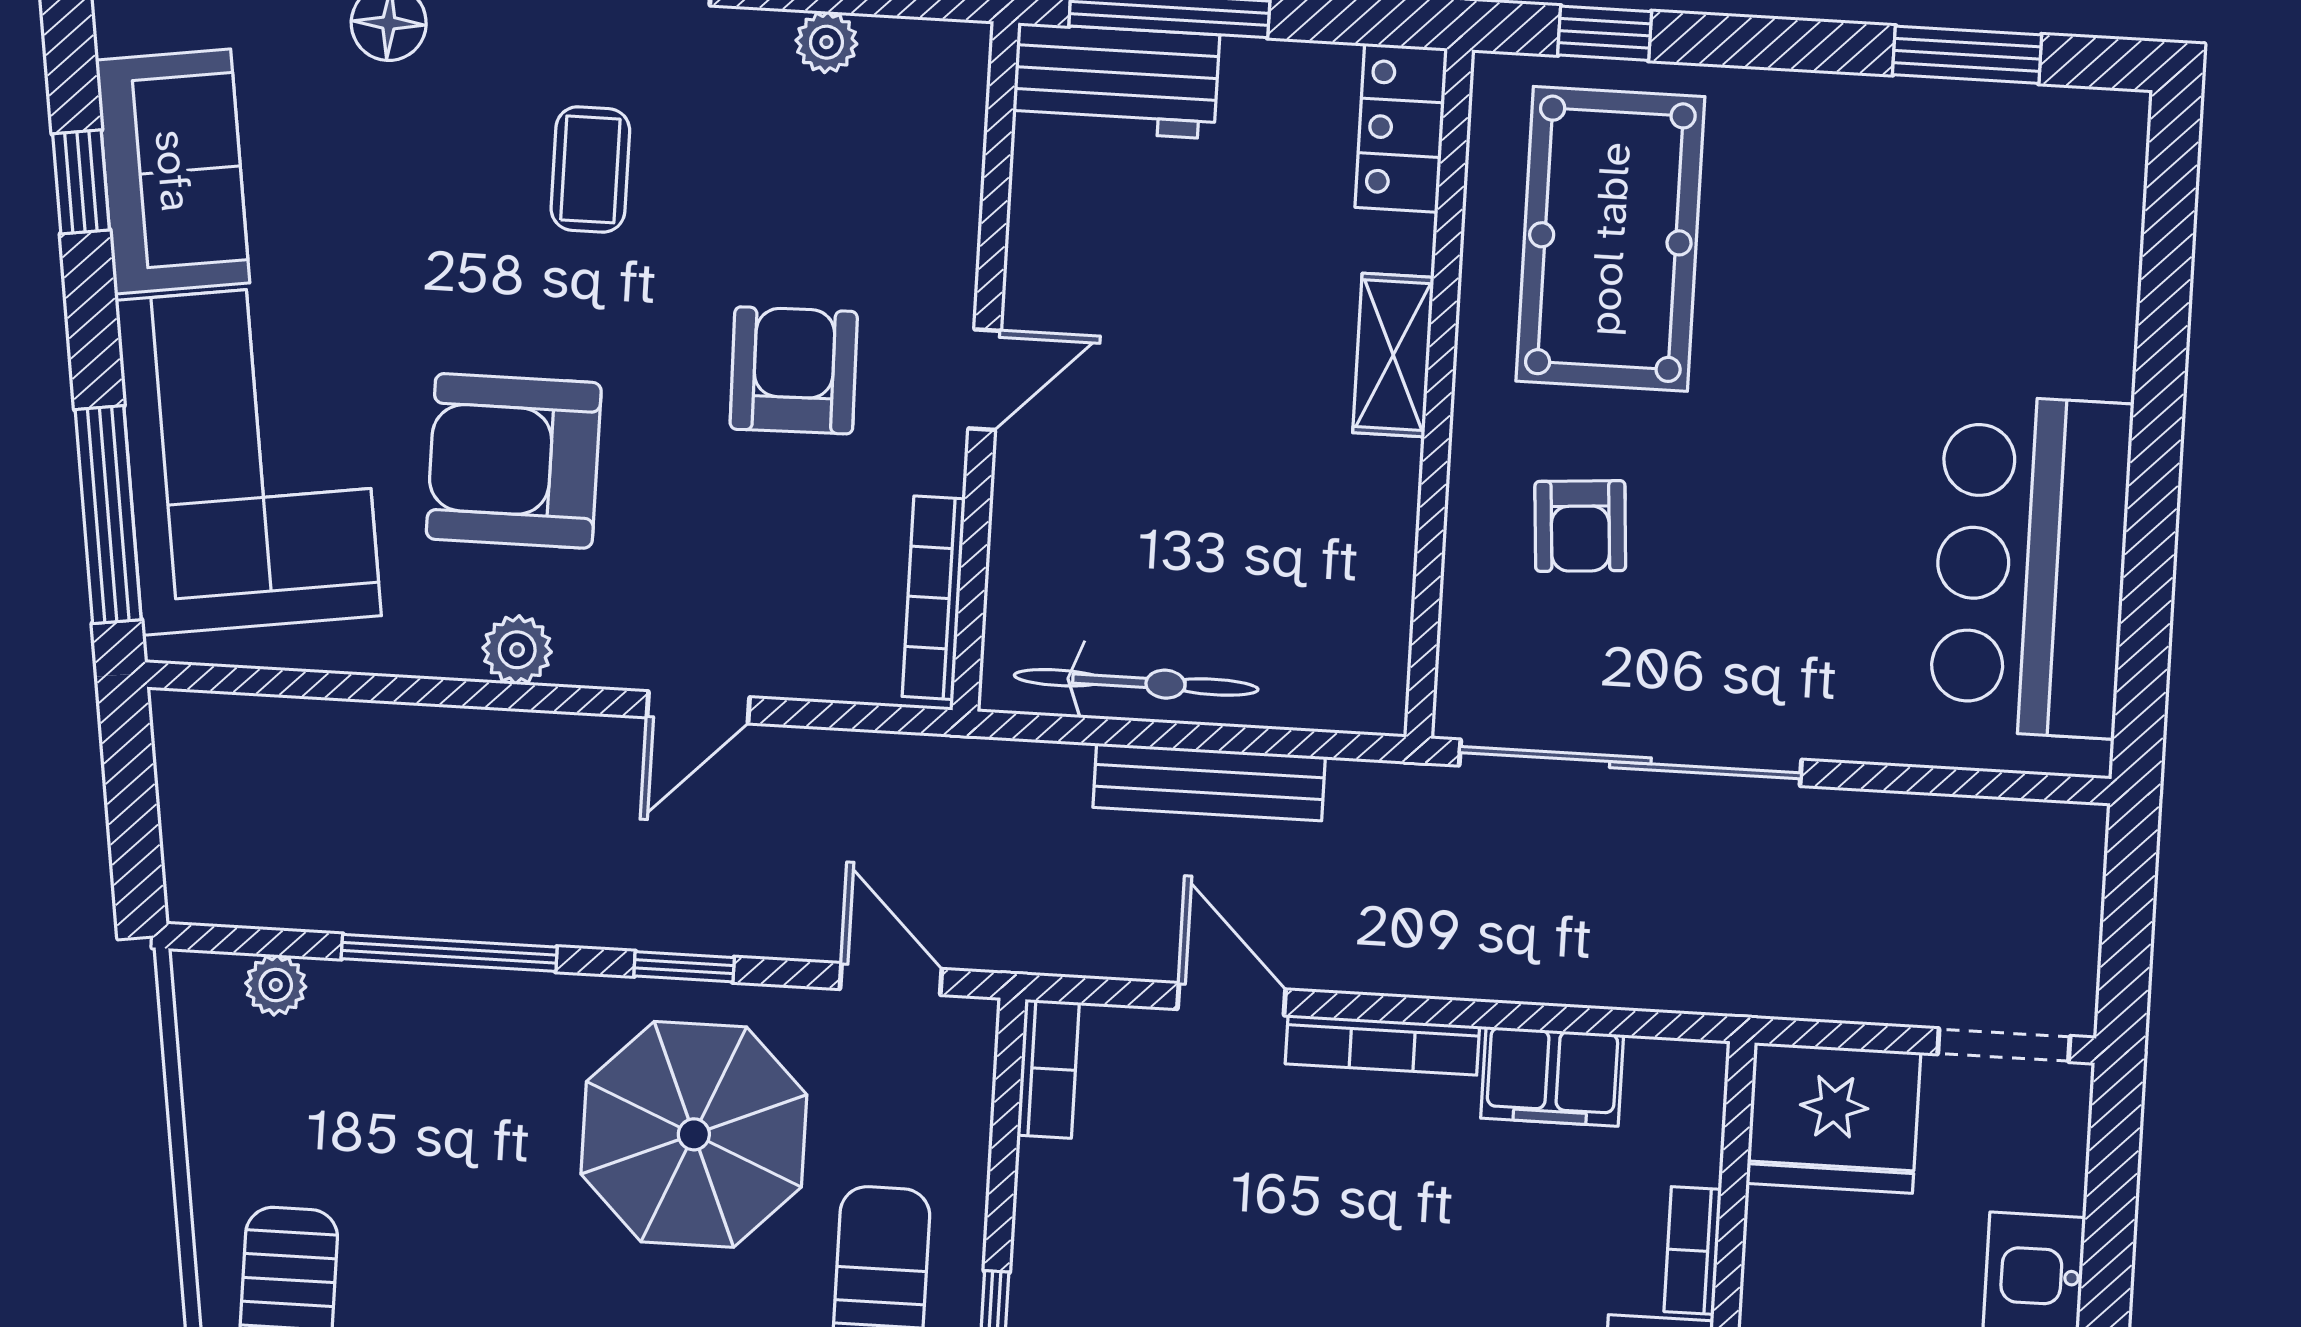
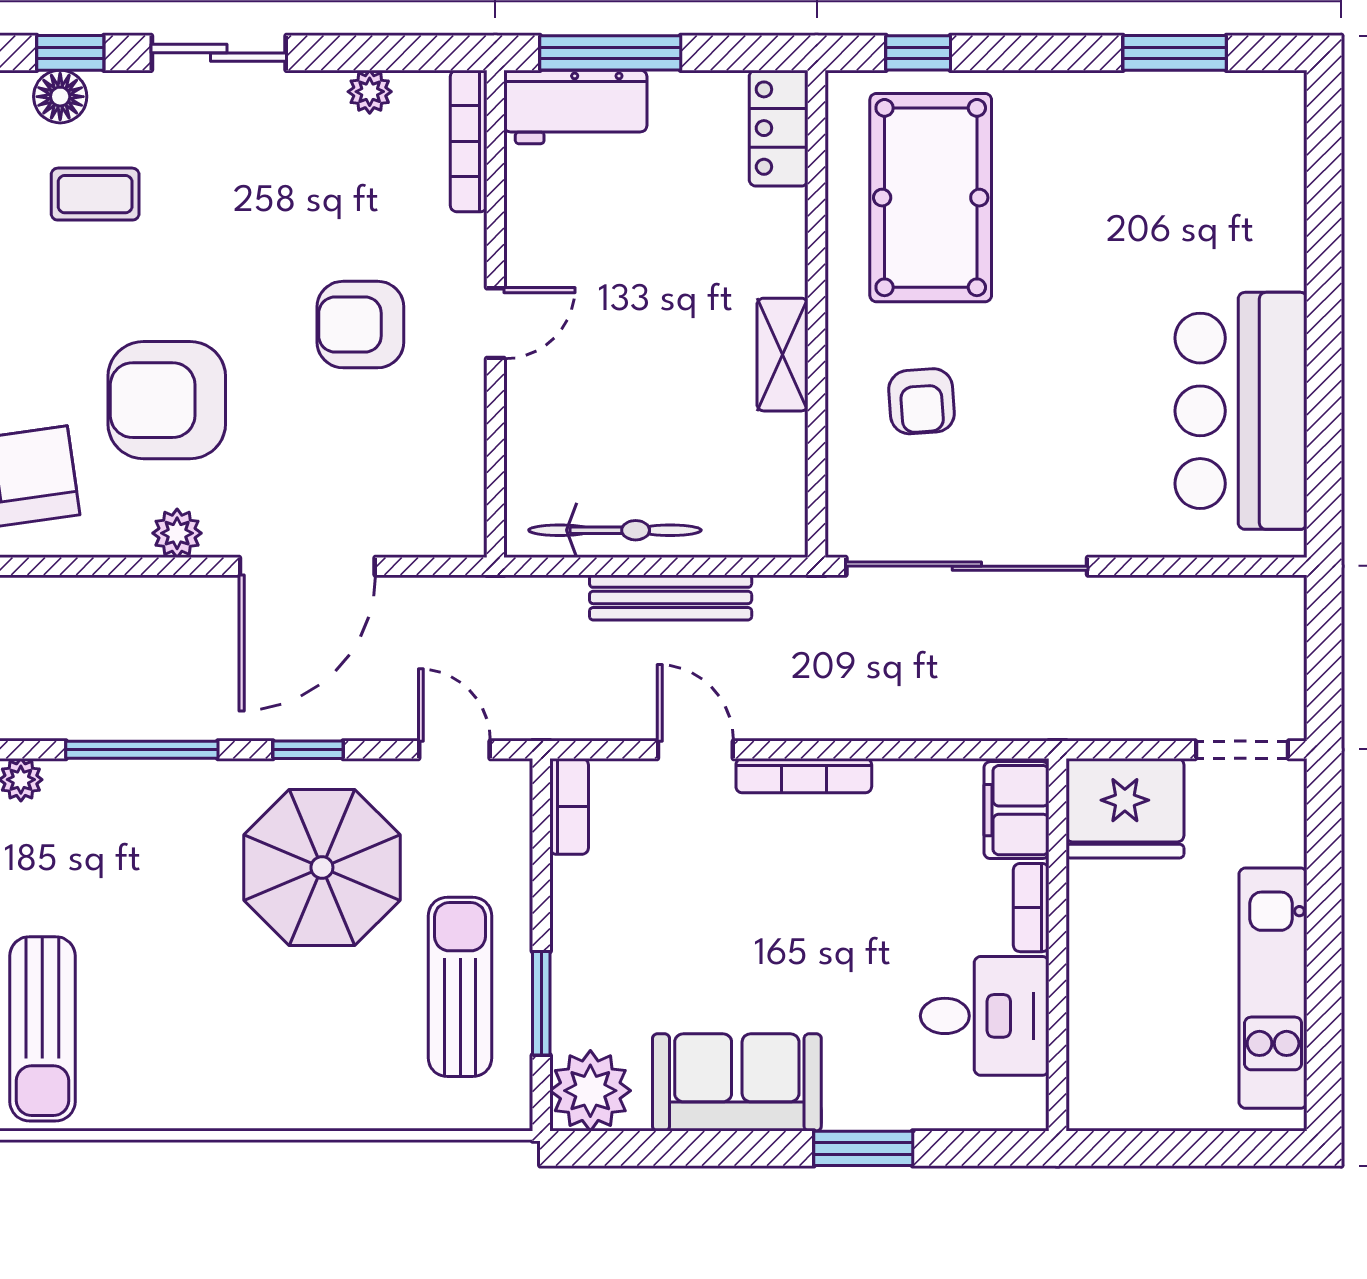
coffee table: (590, 169) -> (95, 194), moved, turned 90
shelving: (1393, 355) -> (783, 355), moved
armchair: (794, 370) -> (360, 325), turned -89
bookcase: (934, 598) -> (469, 141), moved
door: (698, 707) -> (307, 566), width x1.88
filing cabinet: (1552, 1076) -> (1016, 810), moved, turned 90

